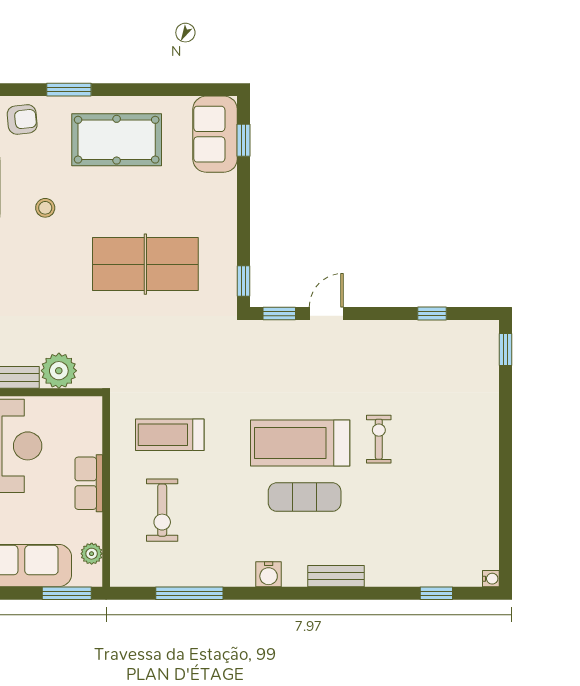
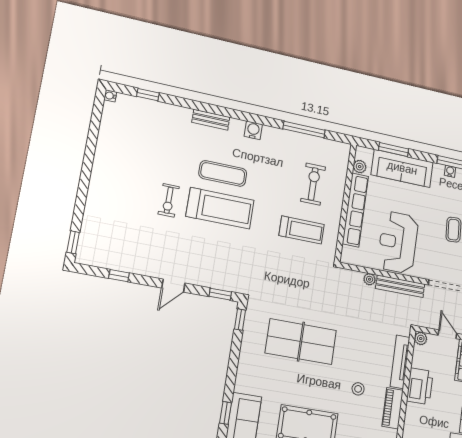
door: (326, 313) -> (173, 286), moved
plant: (59, 371) -> (370, 279), width x0.53, depth x0.53
row of seats: (89, 483) -> (355, 210), width x2.02
window: (67, 593) -> (394, 150), moved

